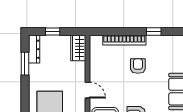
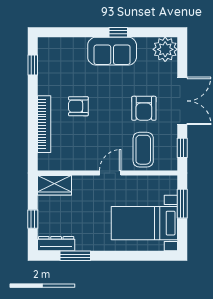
window: (154, 32) -> (33, 65), moved

